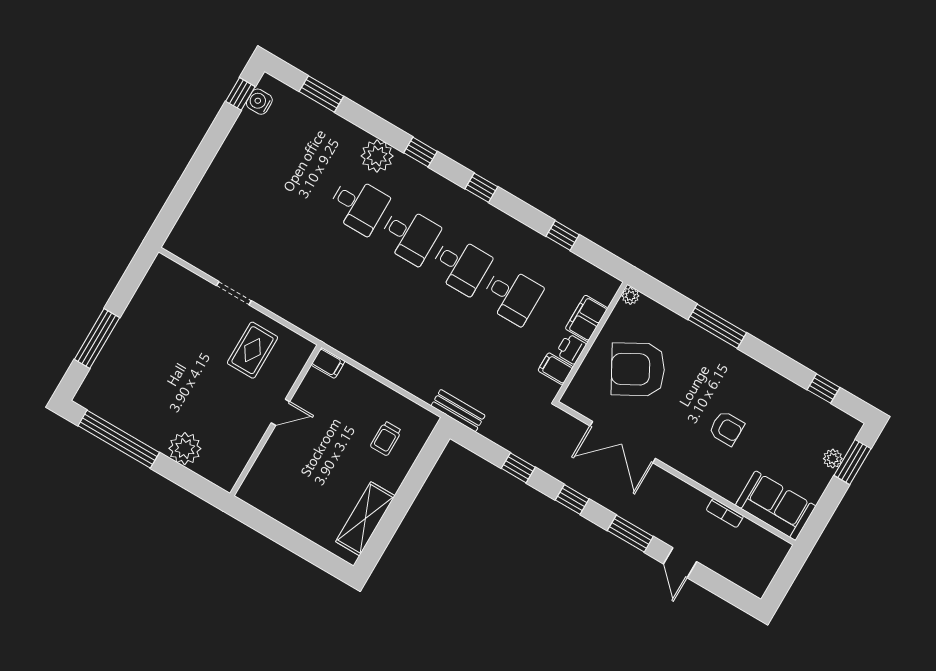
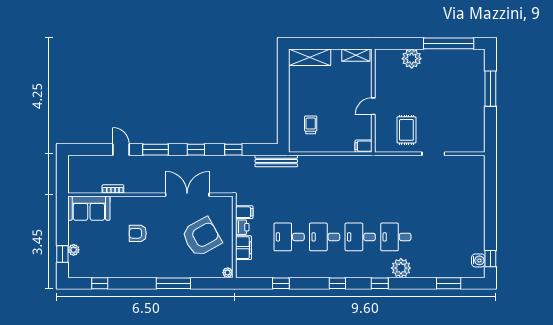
bench: (458, 411) -> (276, 161), width x1.36
window: (852, 462) -> (62, 254), width x0.67
shelving: (262, 501) -> (356, 55), added
shelving: (365, 519) -> (310, 57), moved, turned 90

